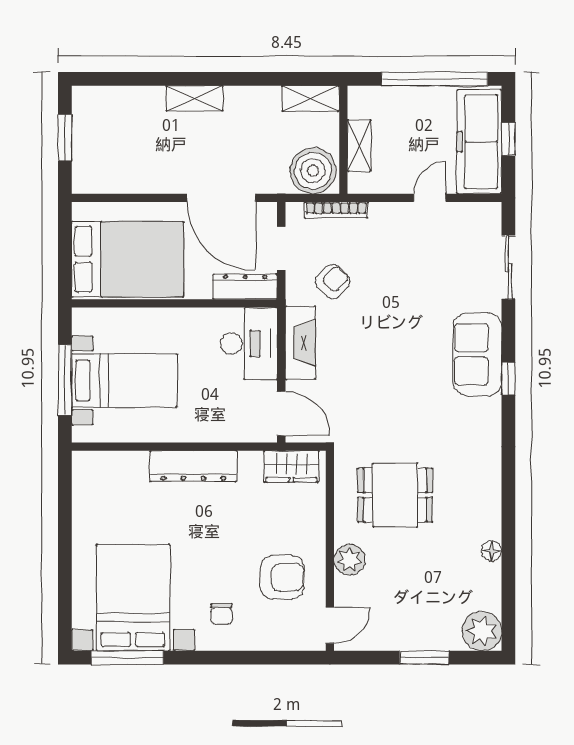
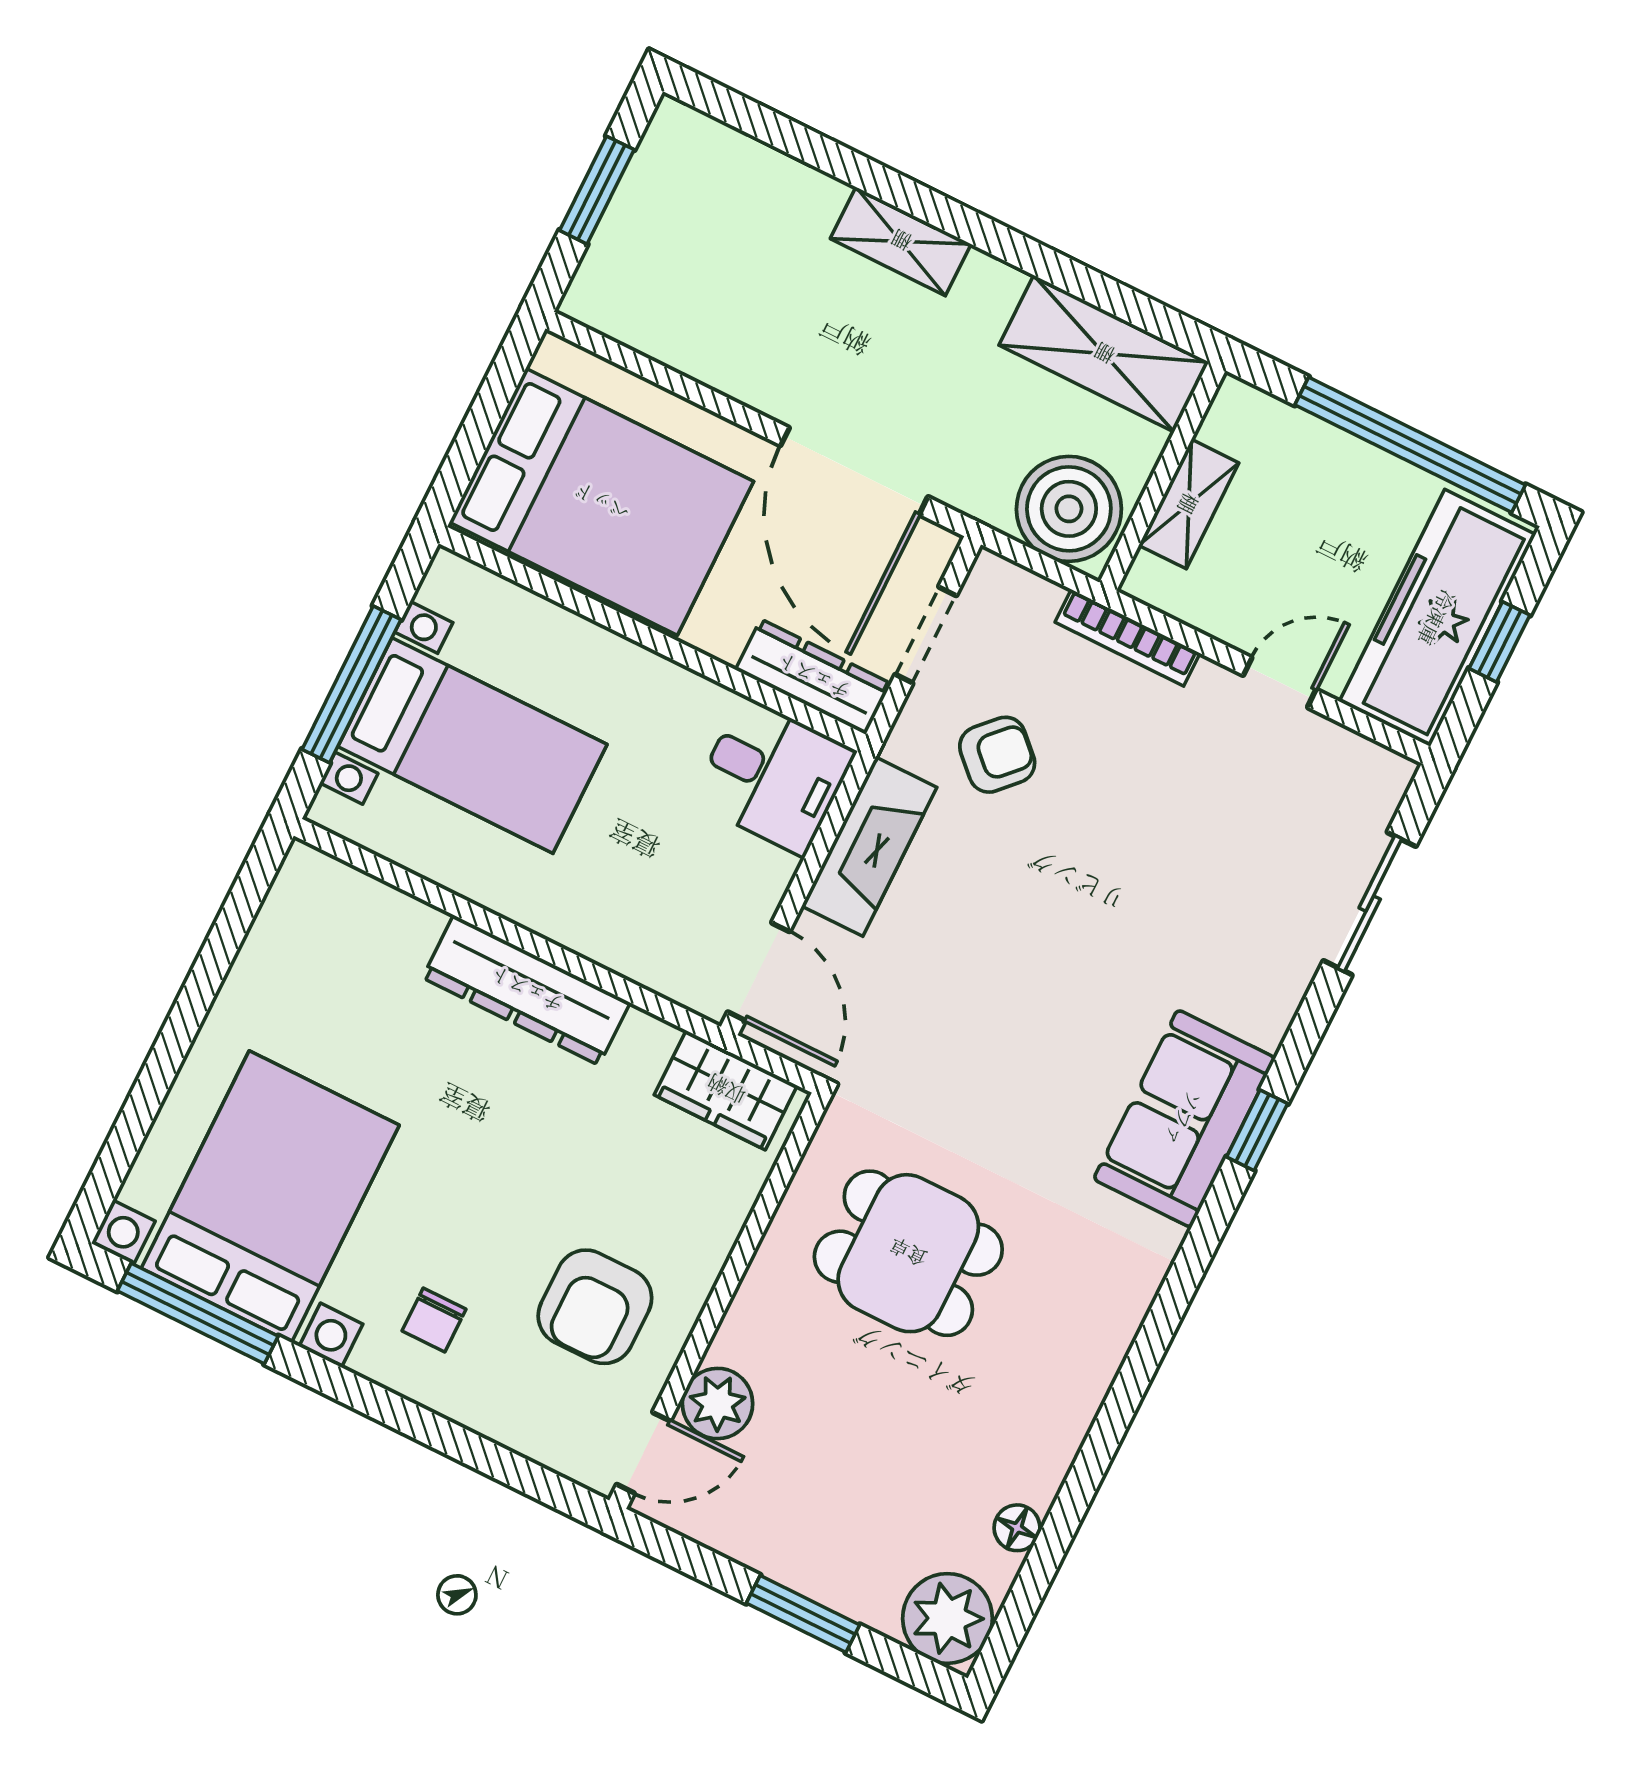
shelving: (311, 99) -> (1104, 354), width x1.50, depth x1.33
bookcase: (336, 210) -> (1128, 638), moved
desk: (249, 343) -> (773, 776), width x0.73
sofa: (478, 354) -> (1184, 1119), moved
floor lamp: (492, 551) -> (1017, 1528), moved
plant: (349, 560) -> (718, 1403), moved
armchair: (282, 577) -> (595, 1307), turned 90

